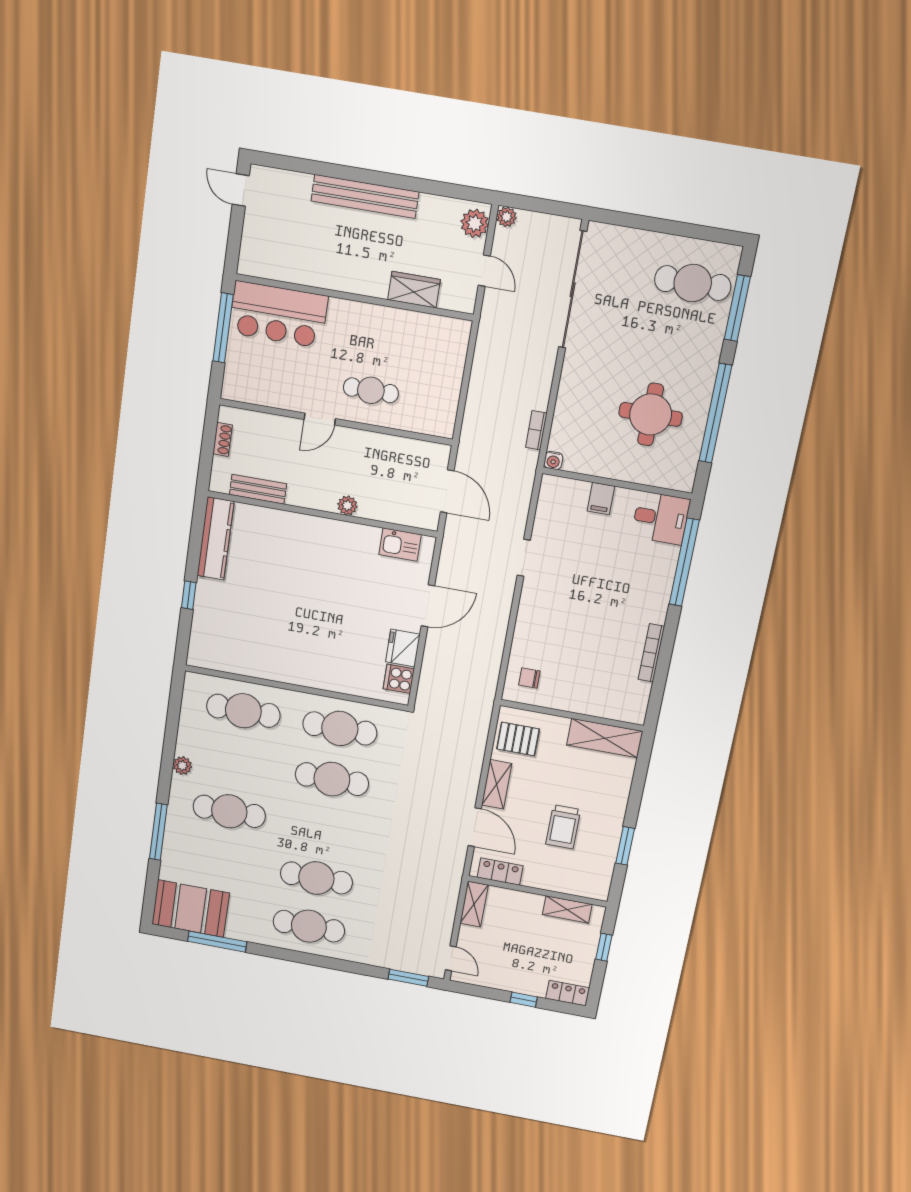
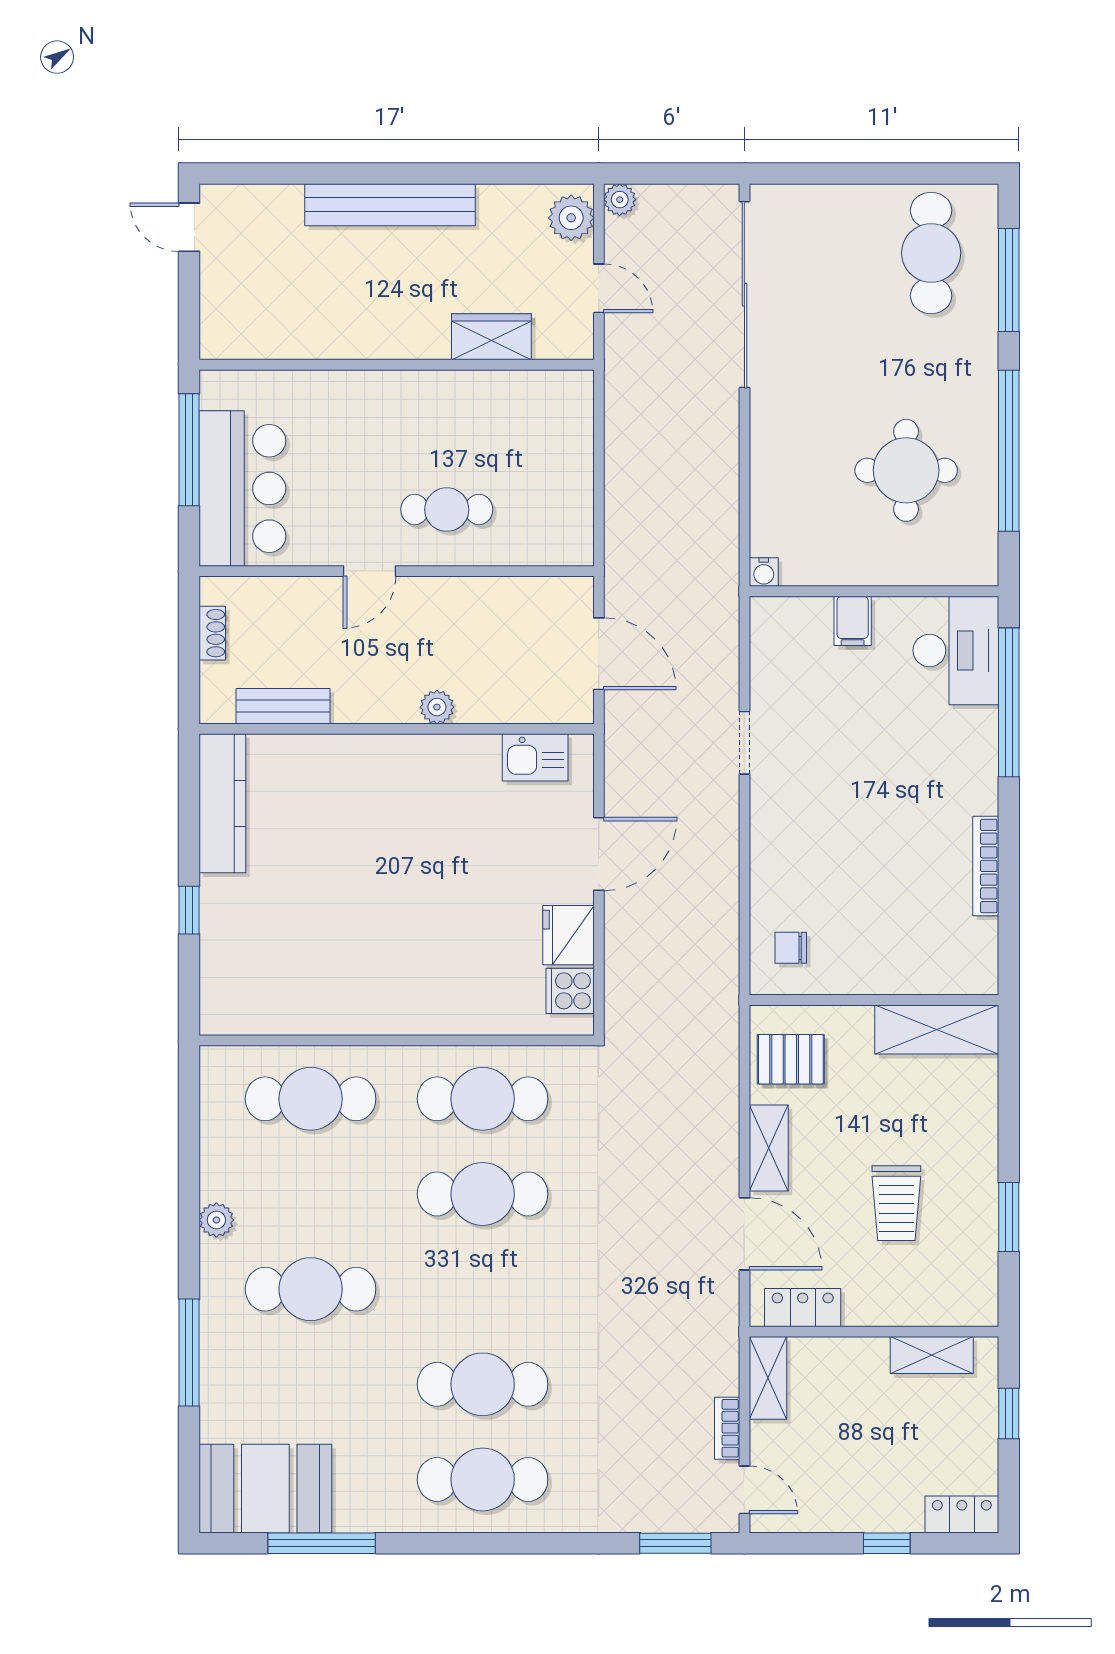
cafe table: (693, 283) -> (931, 253), turned 90
bar counter: (278, 314) -> (242, 488), moved, turned -90
bookcase: (536, 430) -> (727, 1428), moved
desk: (661, 518) -> (956, 651), width x1.37

